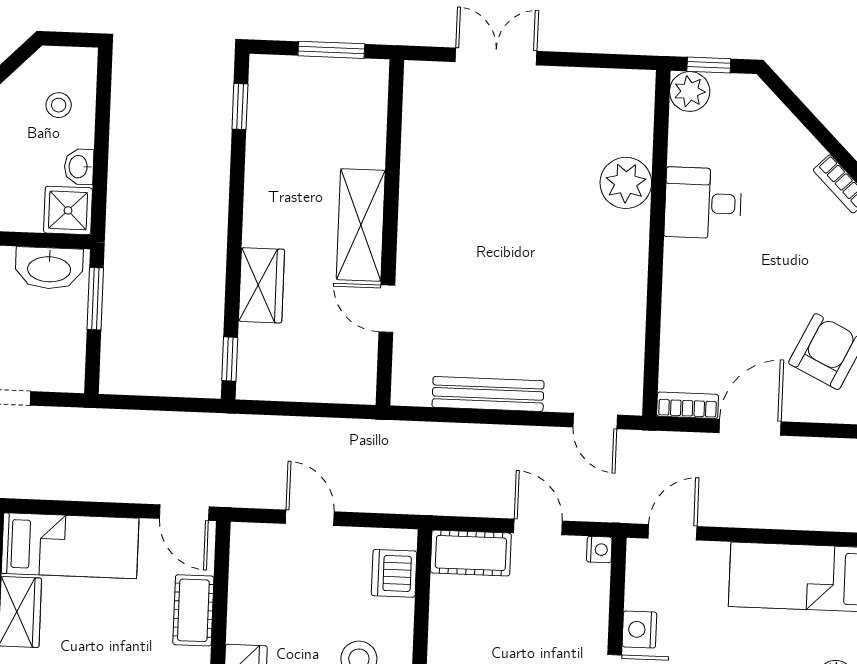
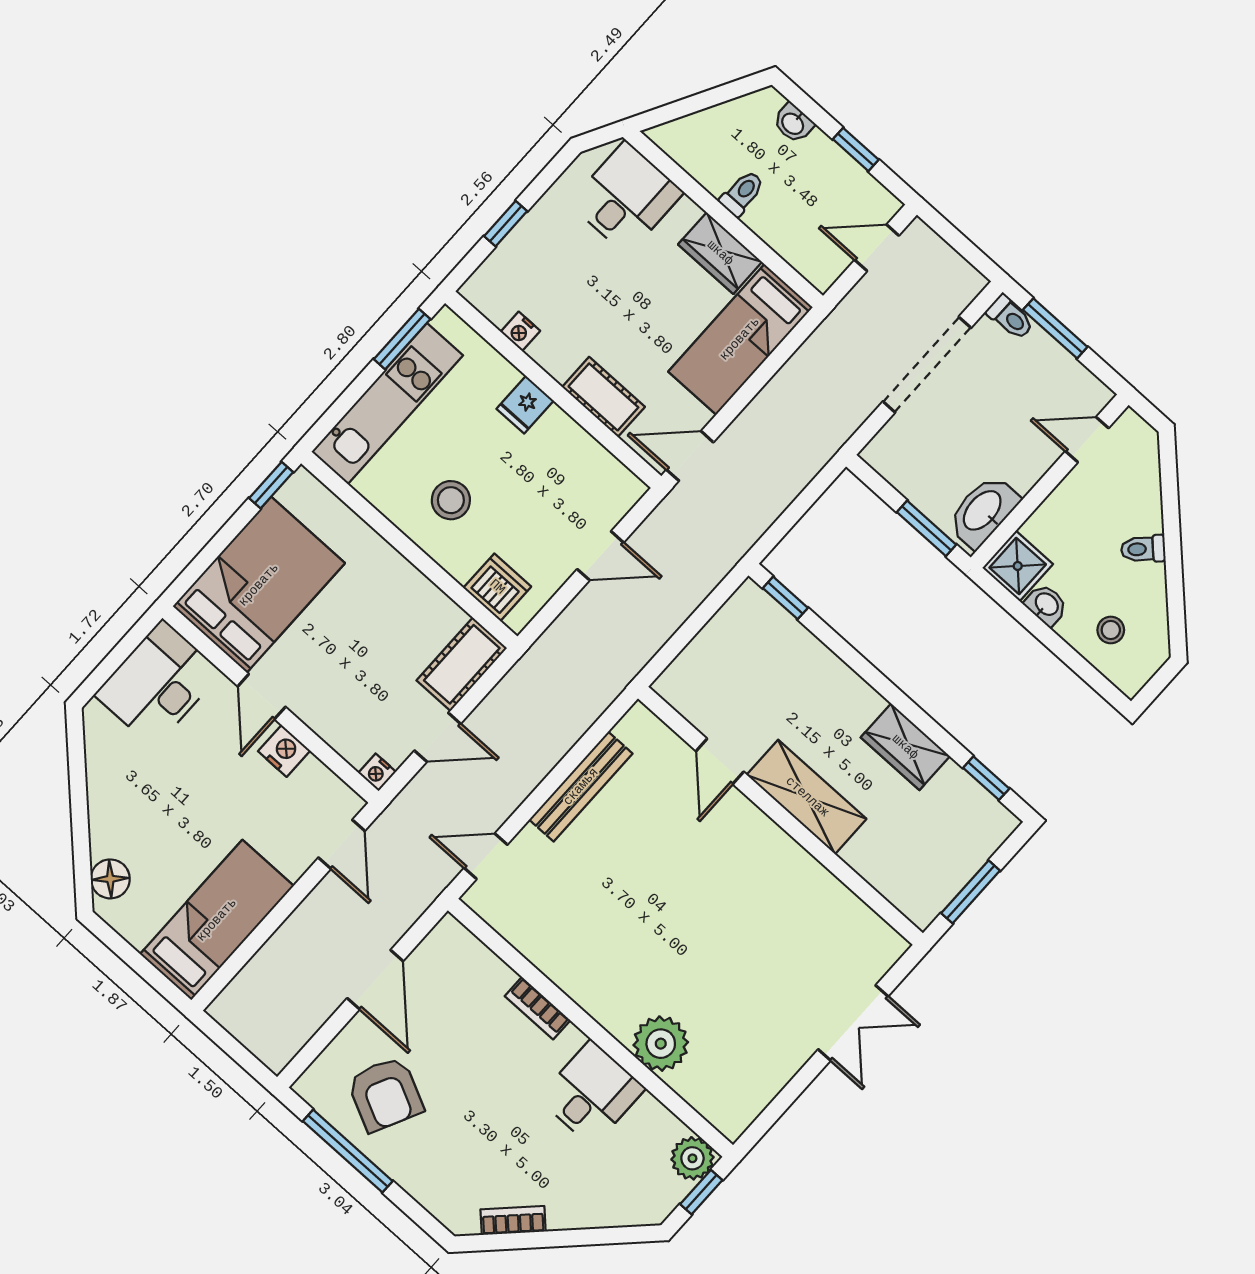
wardrobe: (261, 285) -> (905, 747), moved
door: (387, 309) -> (720, 761), swing flipped
bookcase: (688, 405) -> (538, 1008), moved, turned 90

